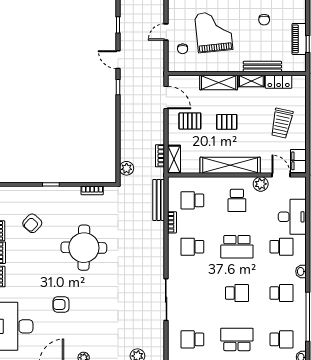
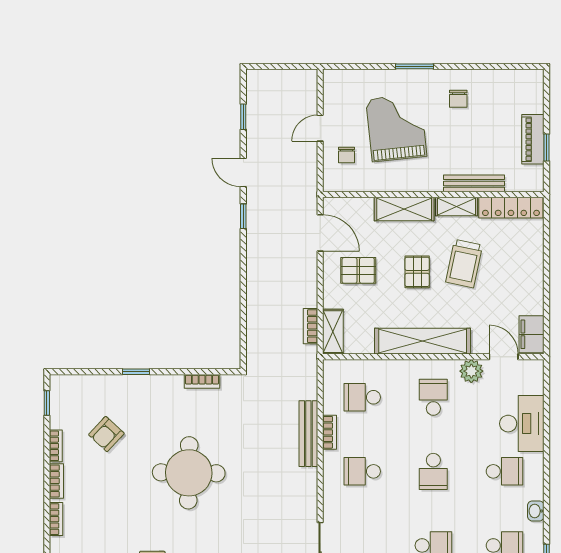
chair: (264, 20) -> (458, 99), moved
locker: (279, 82) -> (511, 208), width x1.53
pallet: (227, 122) -> (417, 272), turned 90
trolley: (282, 123) -> (464, 264), moved
plant: (127, 168) -> (257, 346), removed
bench: (159, 200) -> (308, 434), moved
school desk: (237, 200) -> (433, 397), turned 180
school desk: (237, 247) -> (433, 471), width x0.54

